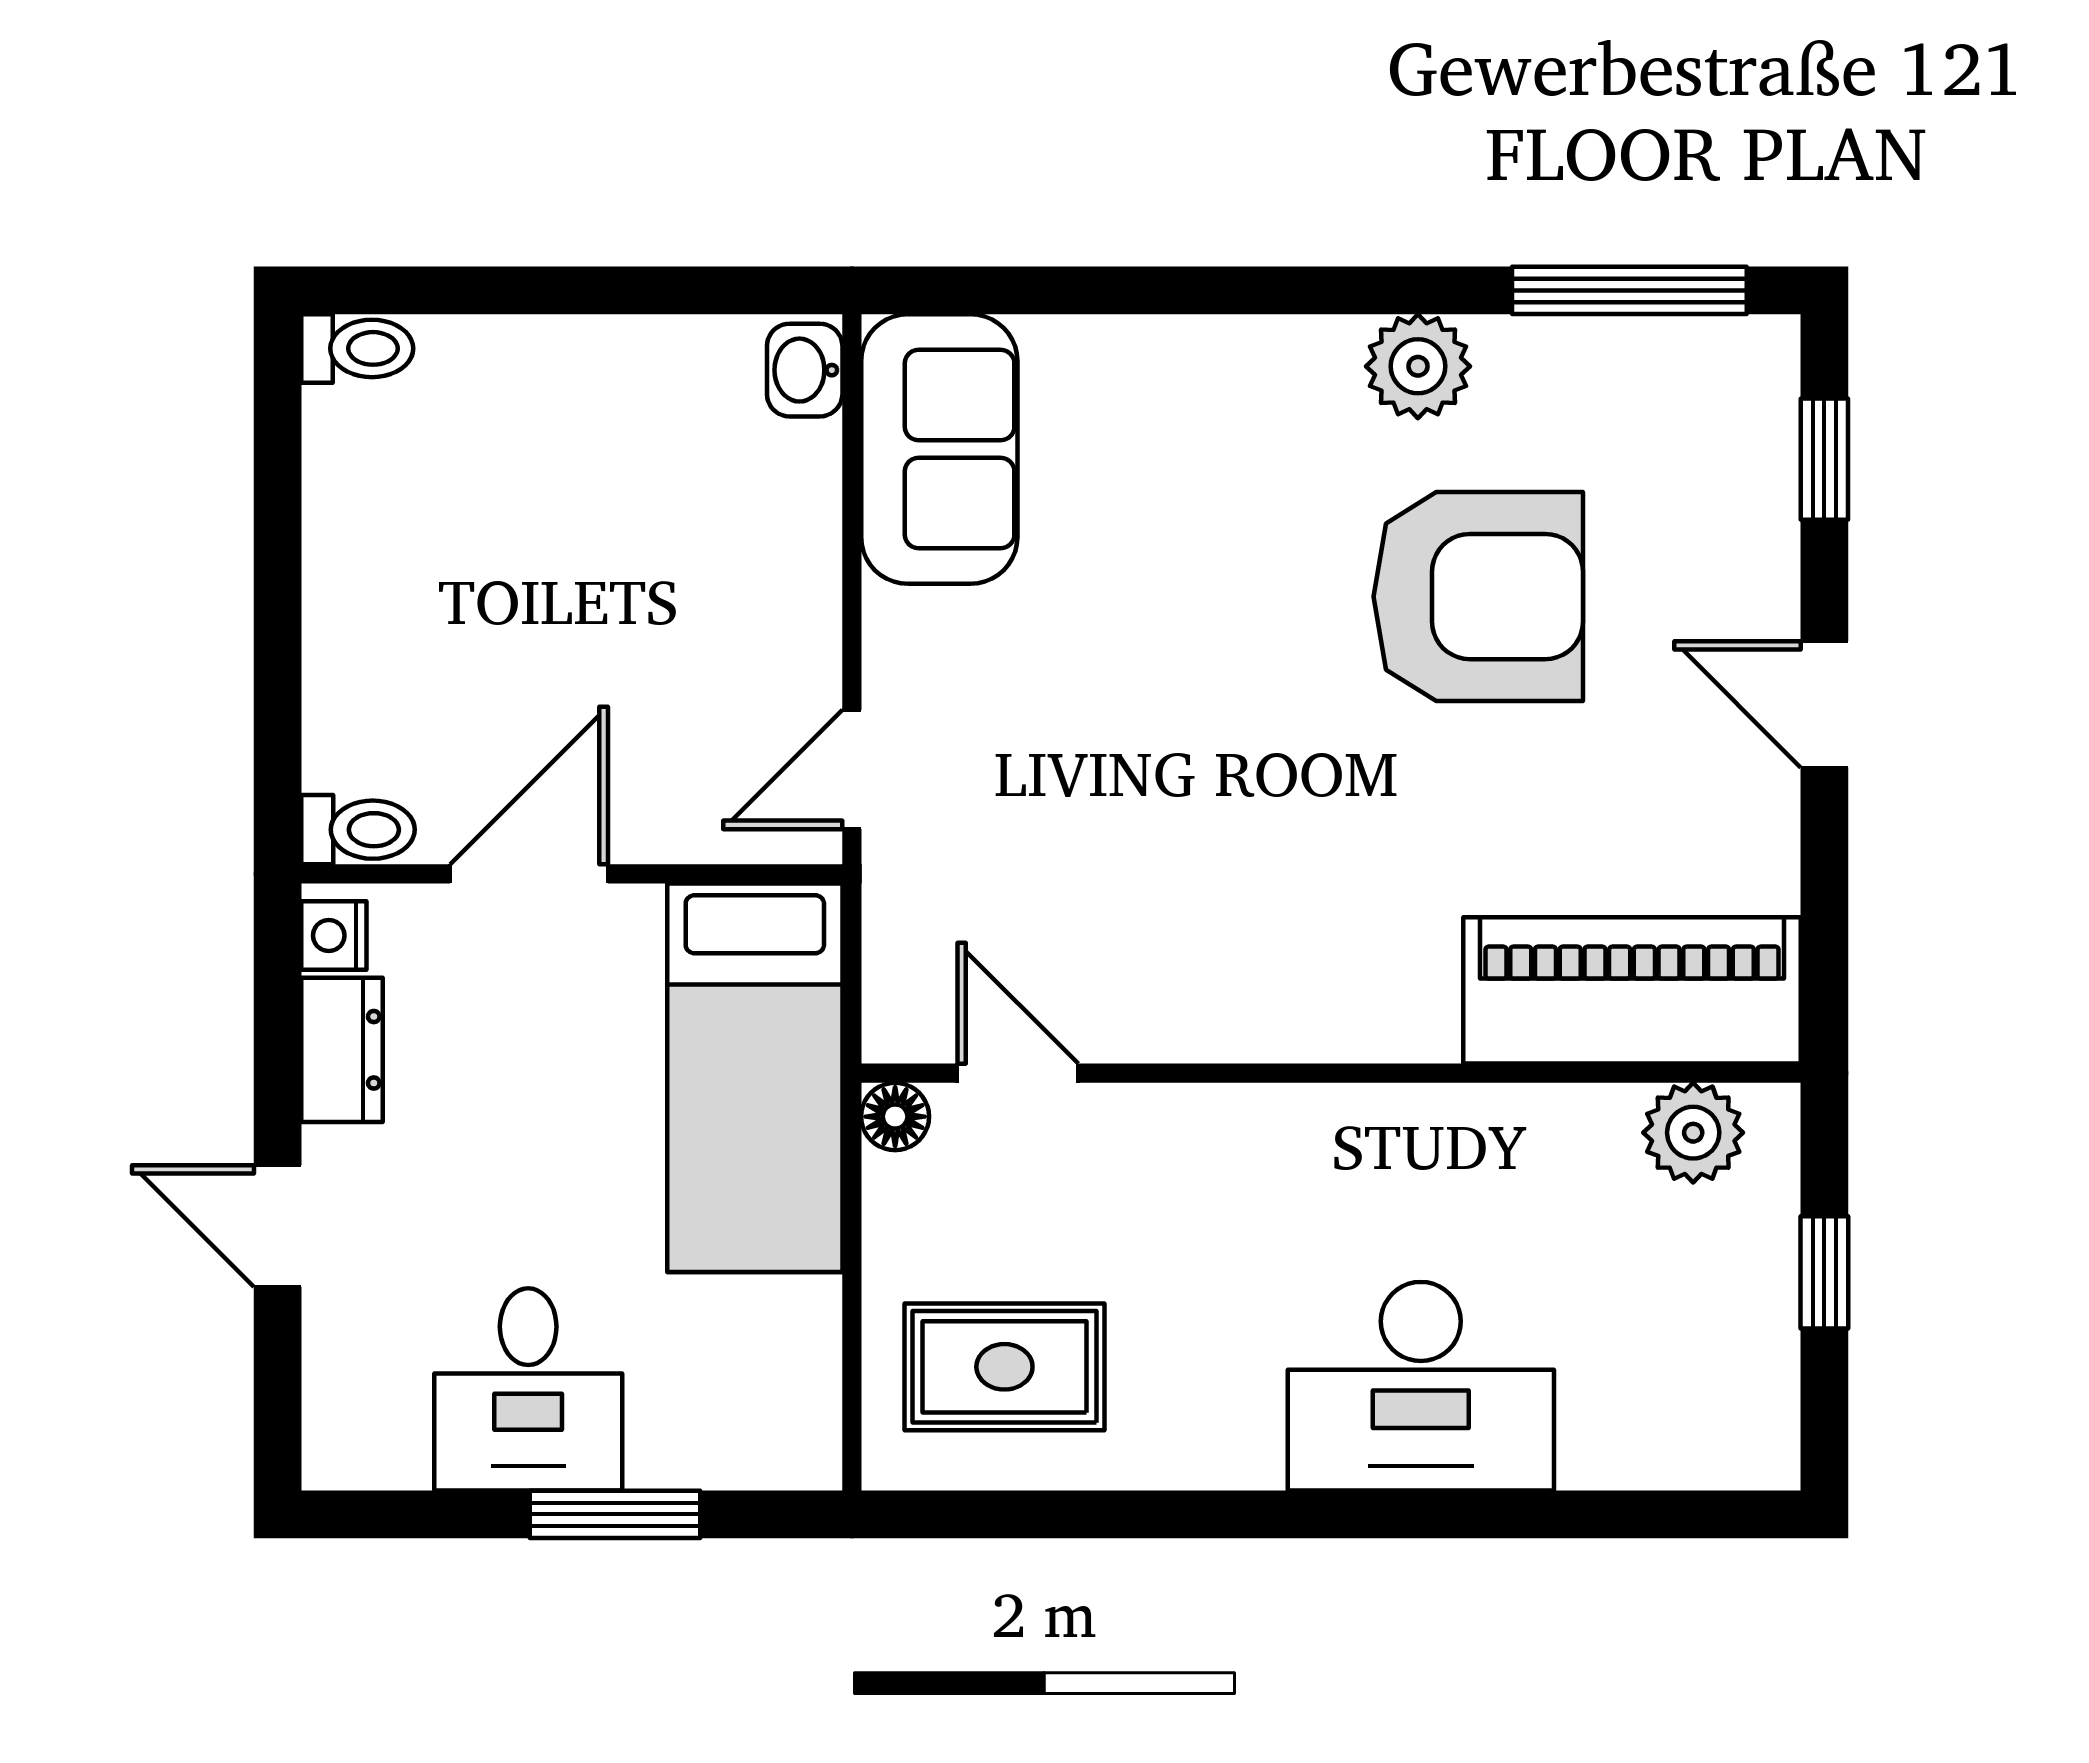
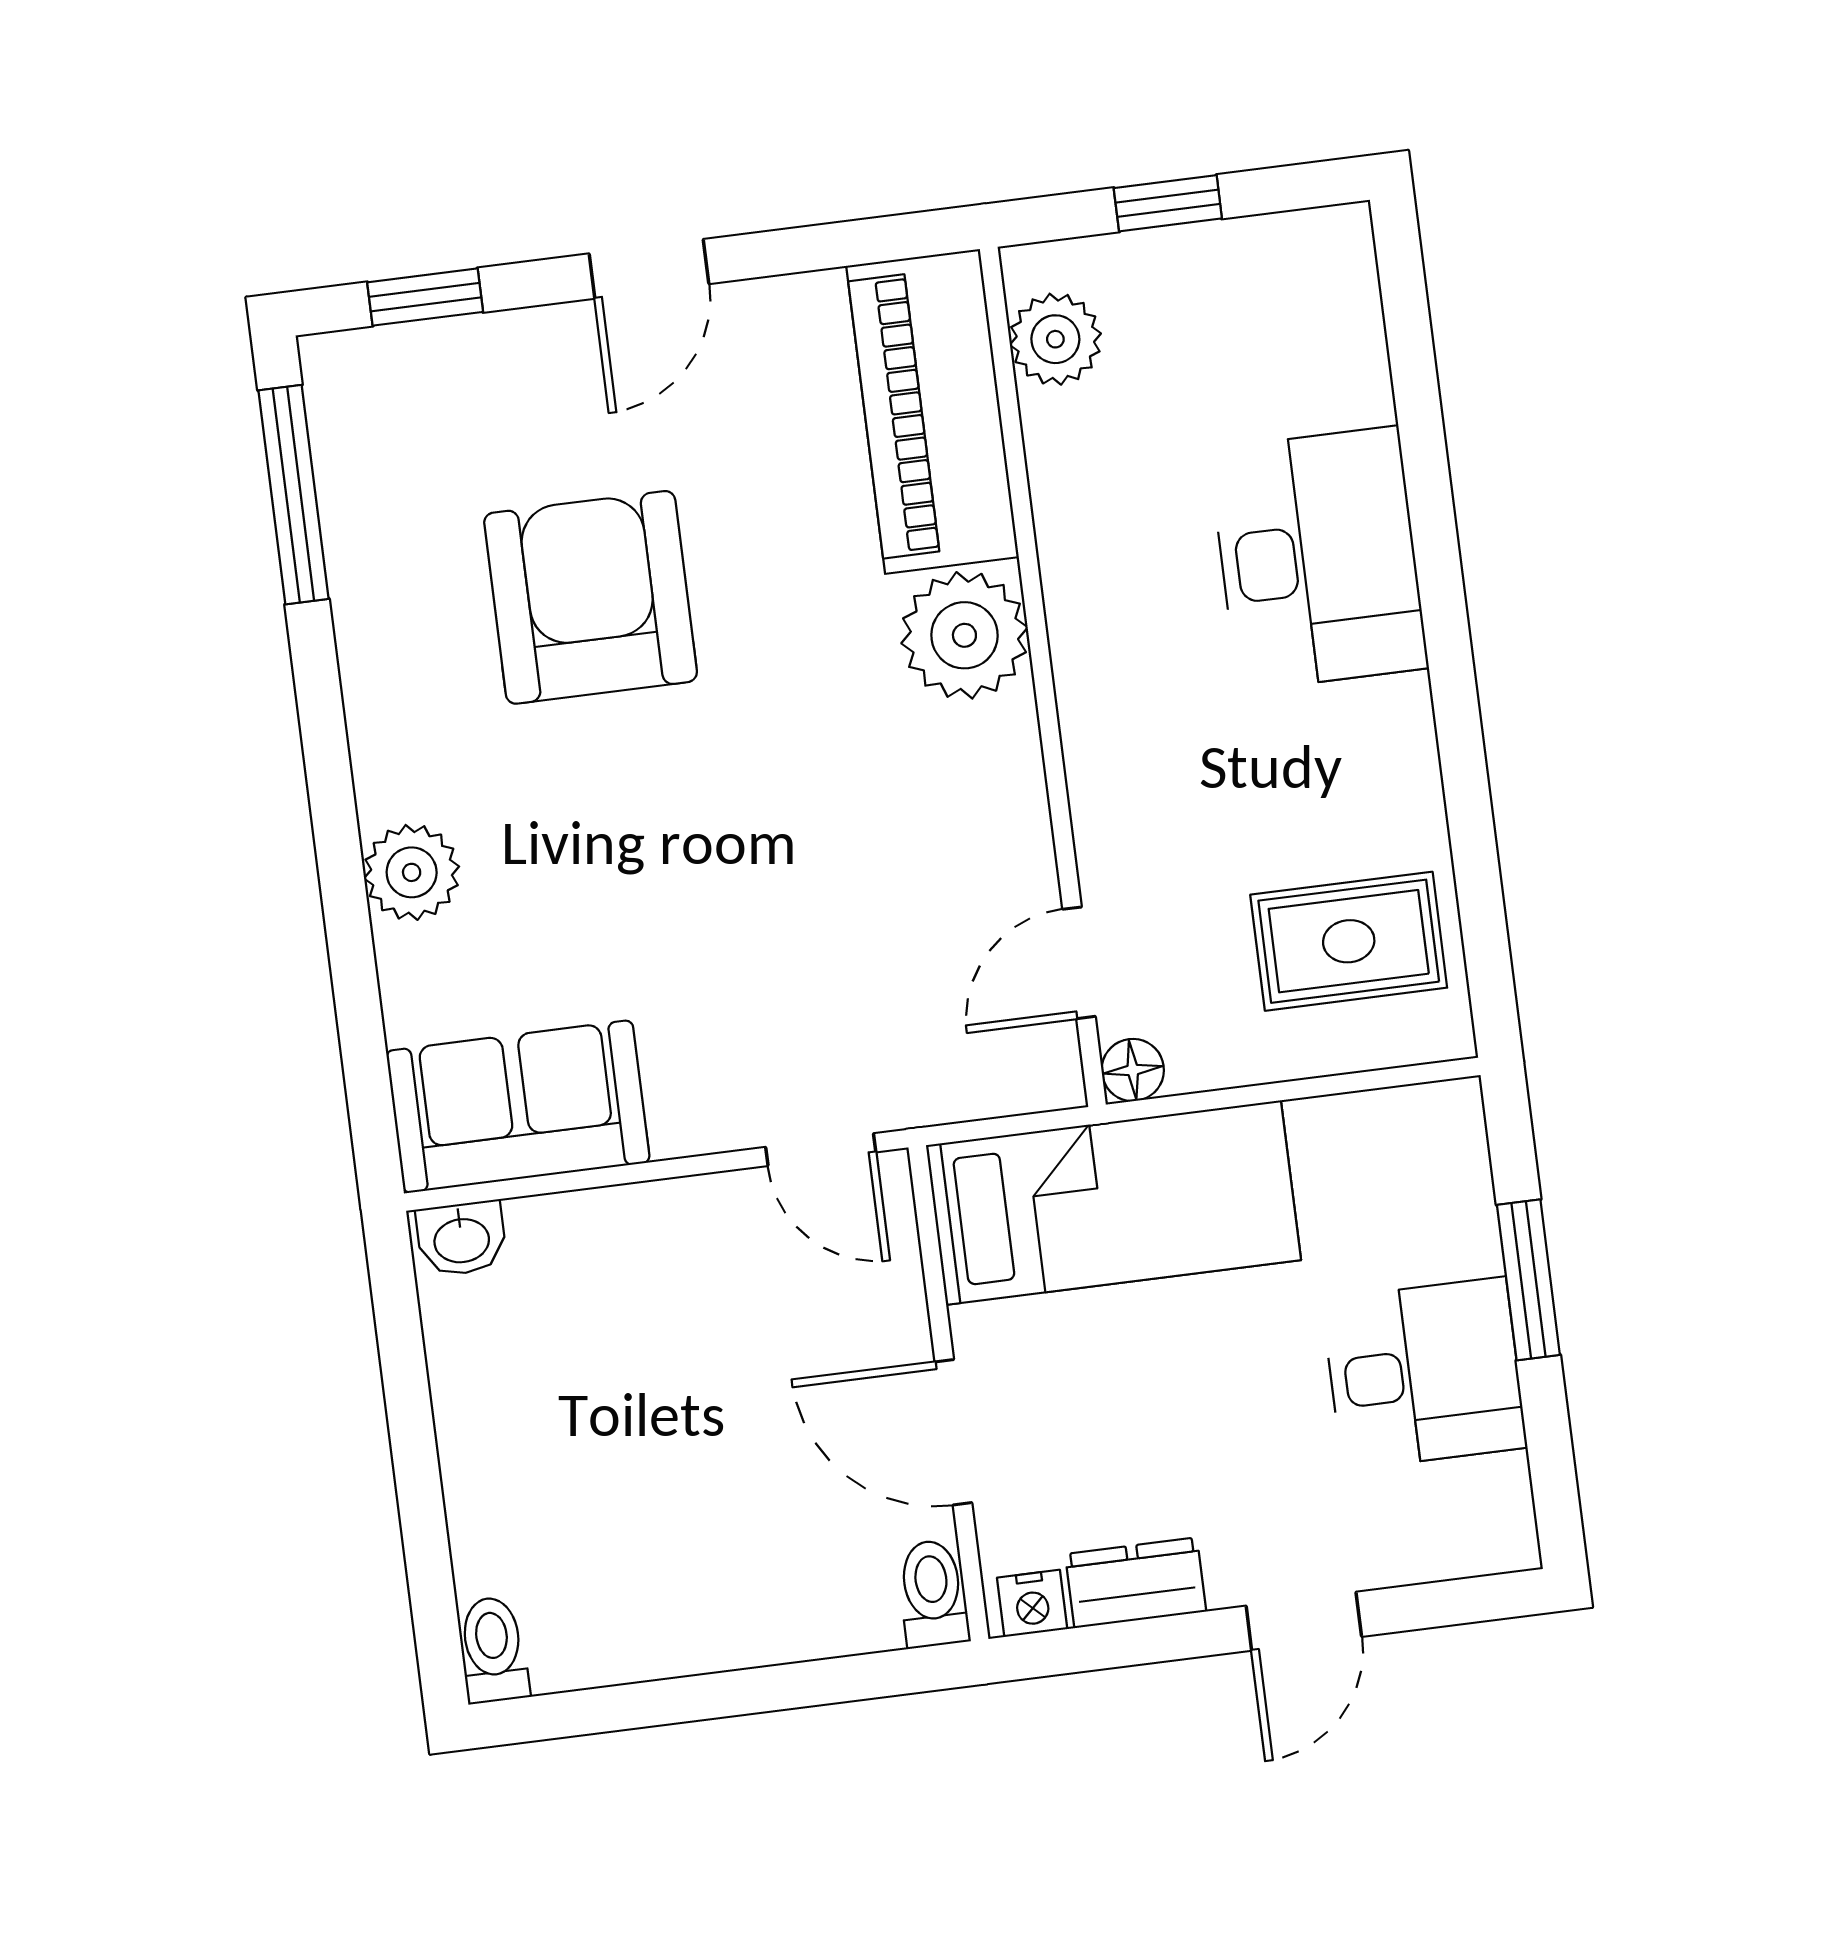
plant: (1418, 366) -> (412, 872), moved
plant: (1386, 994) -> (964, 635), added
rug: (1004, 1367) -> (1349, 941), turned 90

